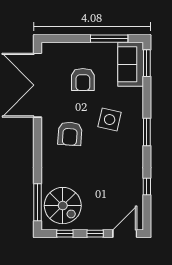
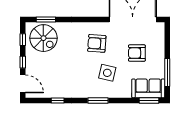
window: (38, 202) -> (46, 19), width x0.69
spiral stairs: (63, 206) -> (43, 38), turned -90

